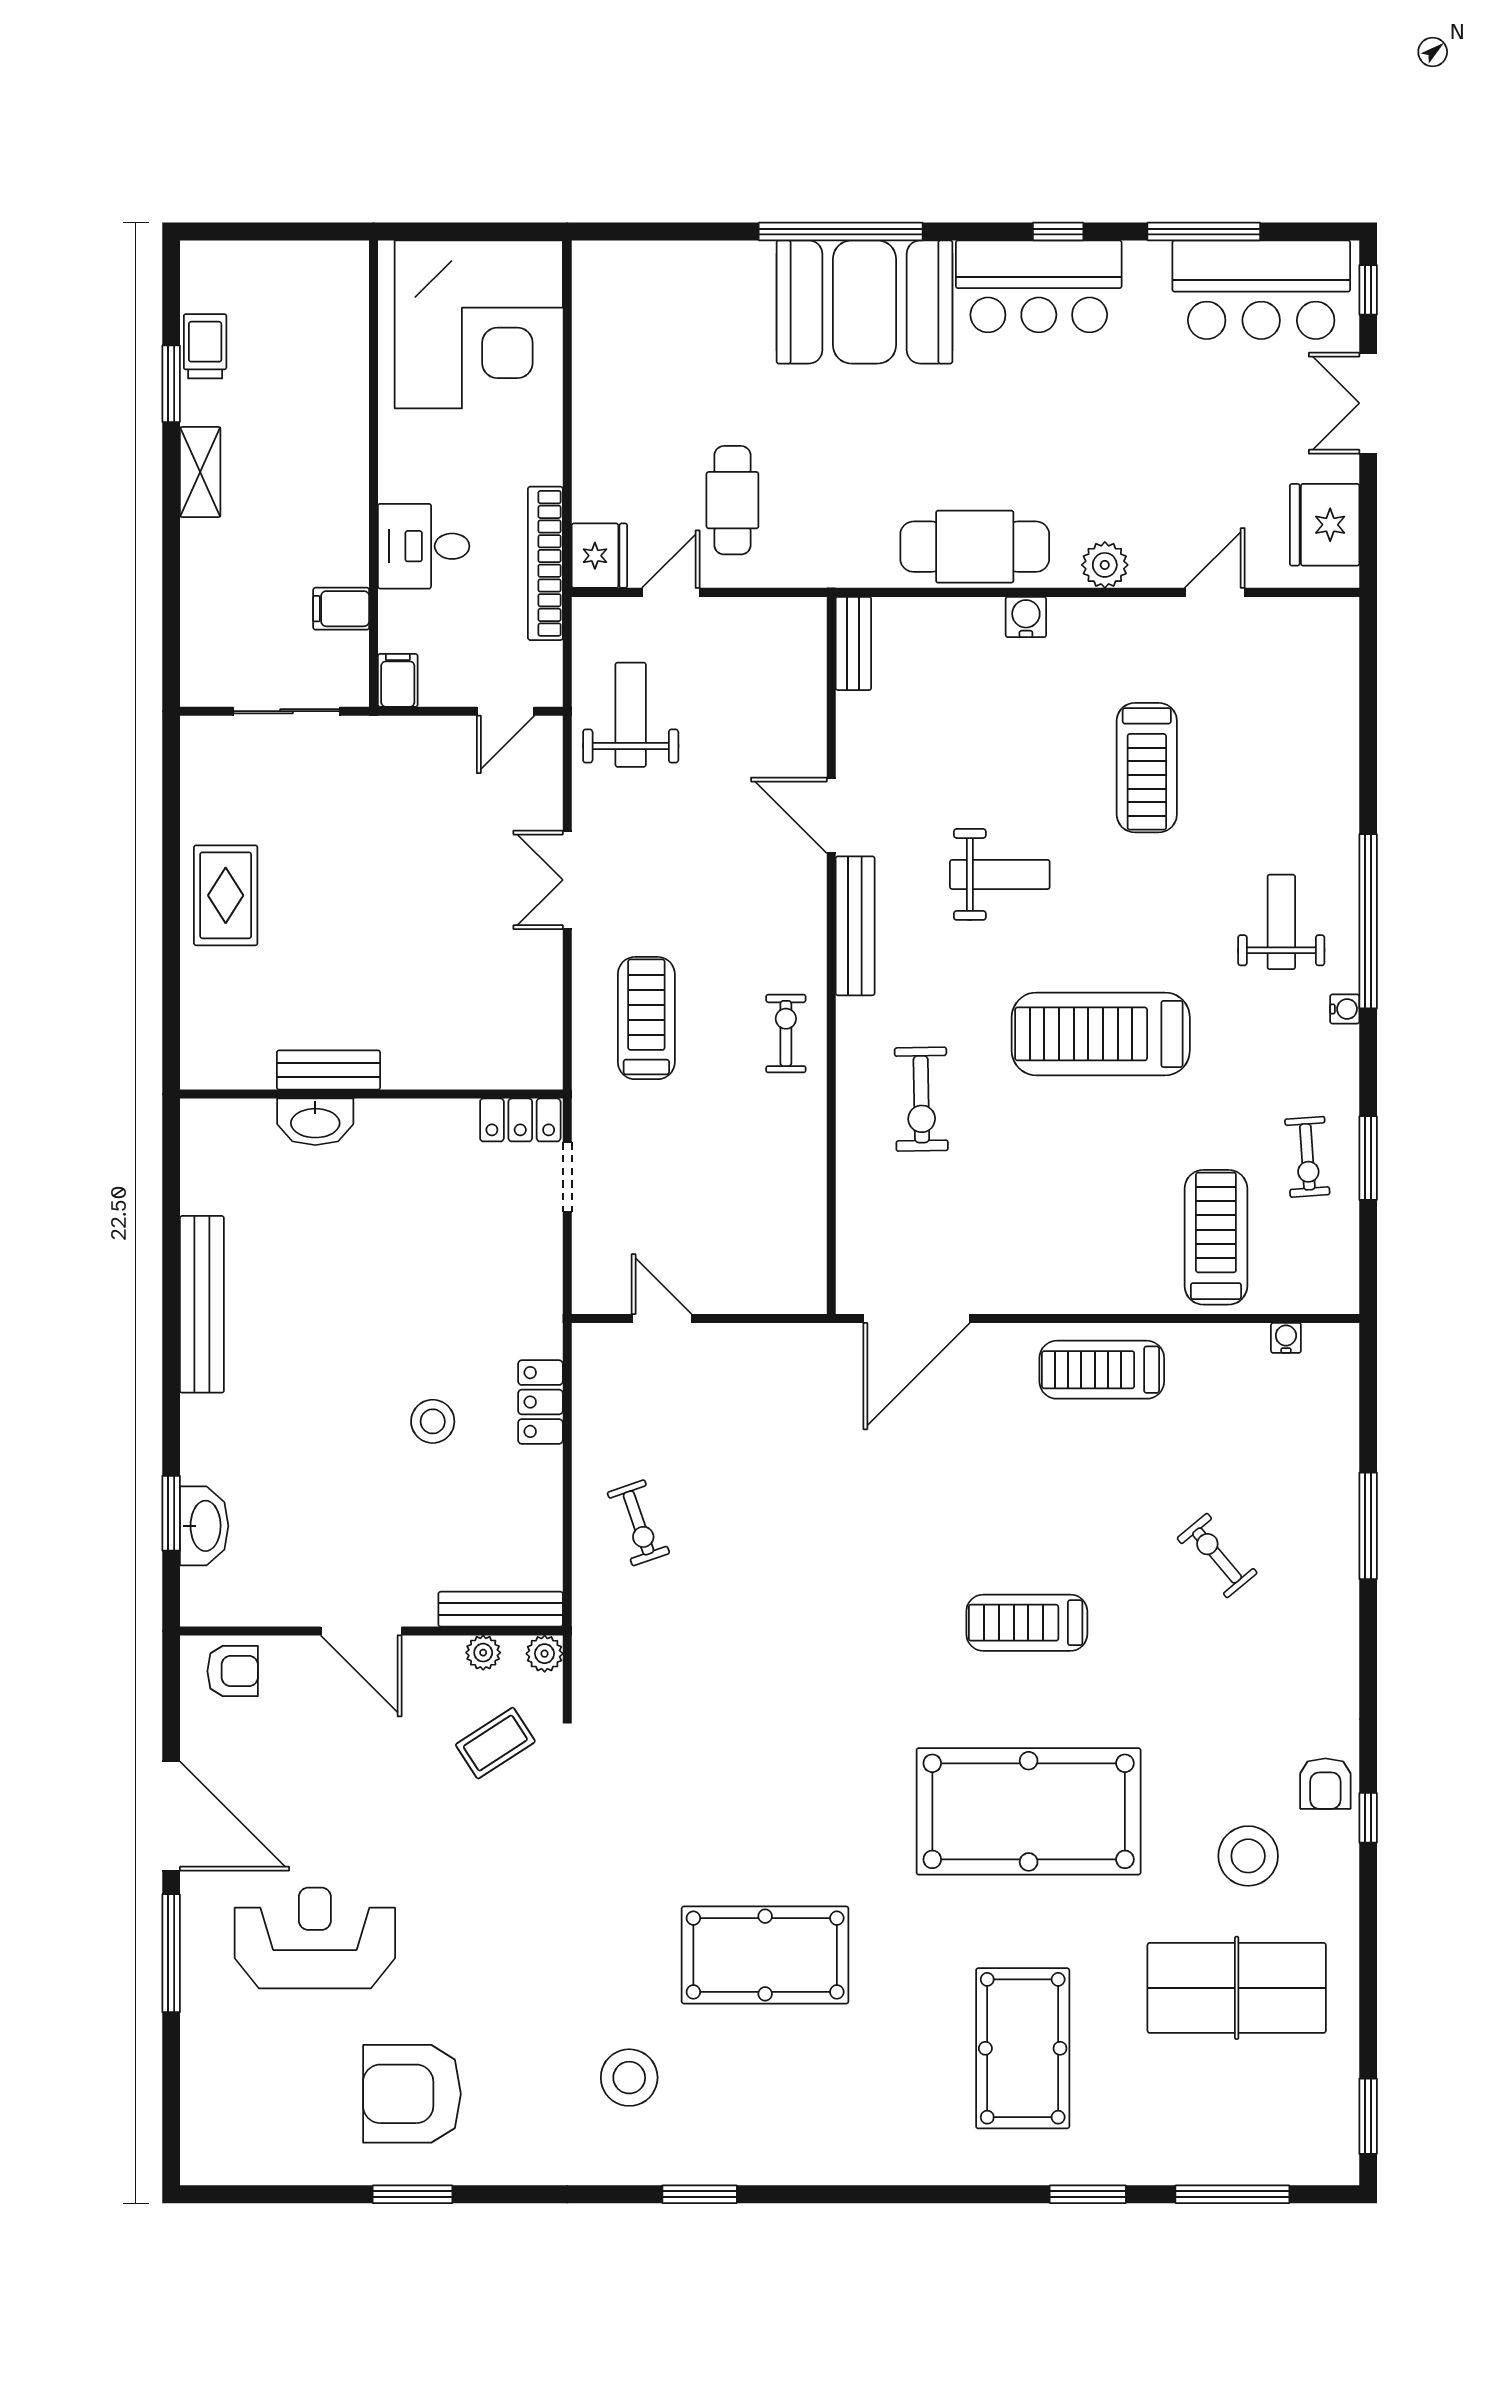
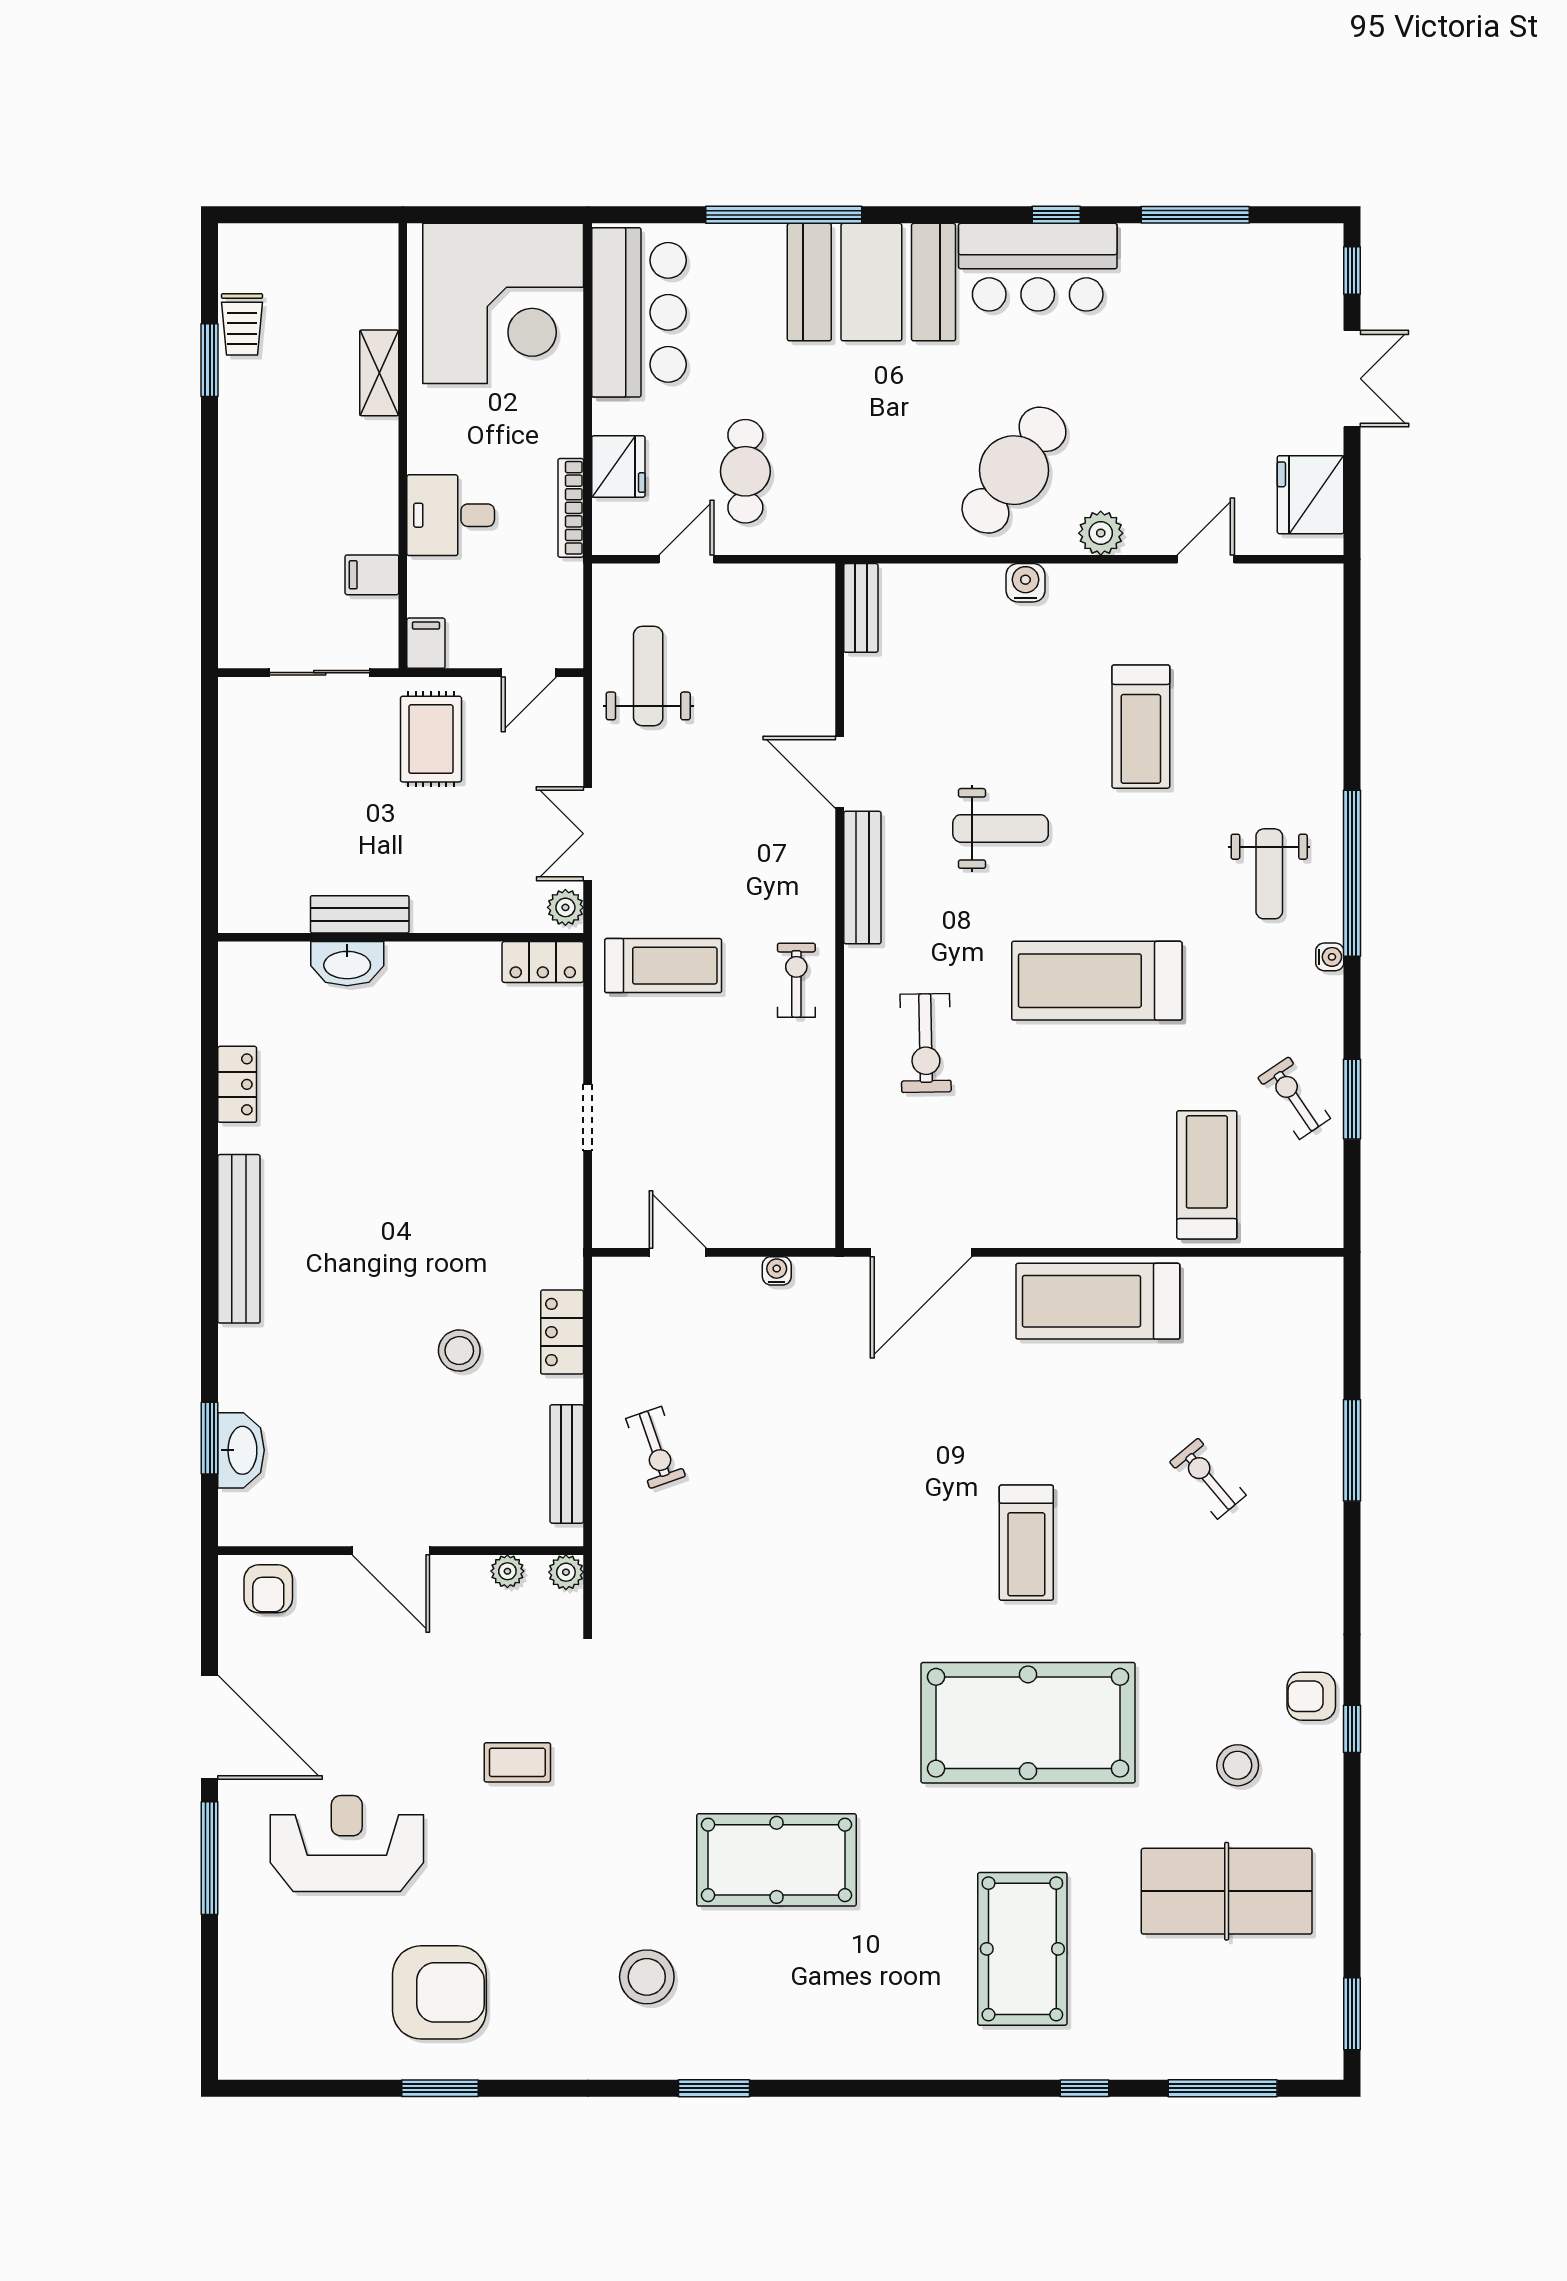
window: (841, 232) -> (784, 215), moved
bar counter: (1261, 290) -> (639, 312), moved, turned -90
trolley: (205, 346) -> (242, 324), turned 180
double door: (1368, 403) -> (1352, 379), swing flipped
shelving: (200, 472) -> (379, 373), moved
cafe table: (975, 547) -> (1014, 470), moved, turned -55
fridge: (599, 556) -> (618, 466), moved
bookcase: (545, 563) -> (571, 508), width x0.68, depth x0.76
rug: (226, 895) -> (431, 739), moved
weight bench: (1281, 922) -> (1269, 874), turned 180
plant: (544, 957) -> (565, 907), added
treadmill: (646, 1018) -> (663, 966), turned 90
bench: (328, 1070) -> (360, 914), moved
wall: (371, 1094) -> (401, 937), moved
locker: (520, 1120) -> (543, 962), moved
washbasin: (315, 1122) -> (347, 964), moved
locker: (200, 1143) -> (237, 1084), added
exercise bike: (1307, 1157) -> (1294, 1098), turned 150
water cooler: (1286, 1338) -> (777, 1271), moved
treadmill: (1102, 1370) -> (1098, 1301), width x1.37, depth x1.38
bench: (501, 1609) -> (567, 1464), moved, turned 90
treadmill: (1027, 1623) -> (1026, 1543), turned -90
armchair: (233, 1671) -> (268, 1589), turned 90
coffee table: (495, 1743) -> (517, 1762), moved, turned 33
armchair: (1325, 1784) -> (1311, 1696), turned 90
stool: (1248, 1856) -> (1238, 1765), width x0.73, depth x0.73
armchair: (412, 2094) -> (439, 1992), turned 180
window: (1088, 2194) -> (1085, 2088), width x0.67

